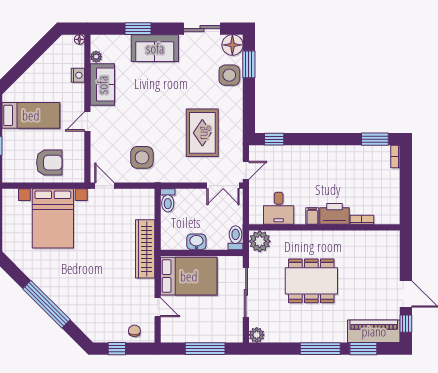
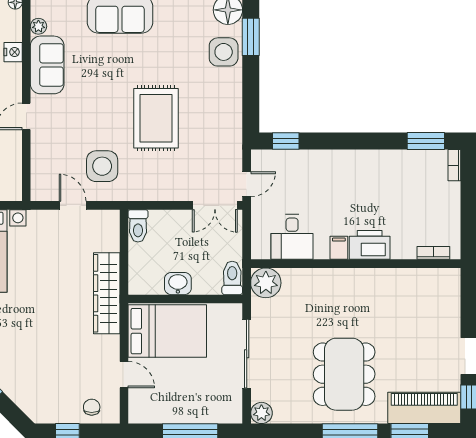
rug: (202, 133) -> (156, 118), moved
door: (104, 186) -> (73, 205), moved
bookcase: (362, 220) -> (433, 253), moved
dining table: (311, 281) -> (344, 374), moved, turned 90

